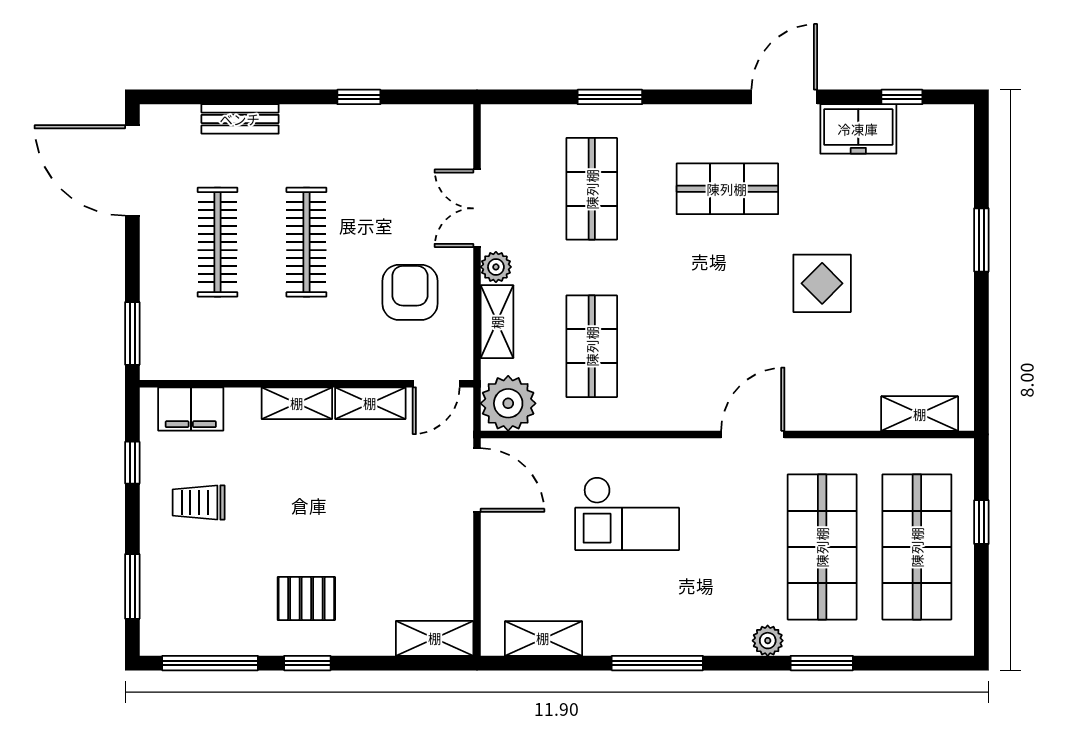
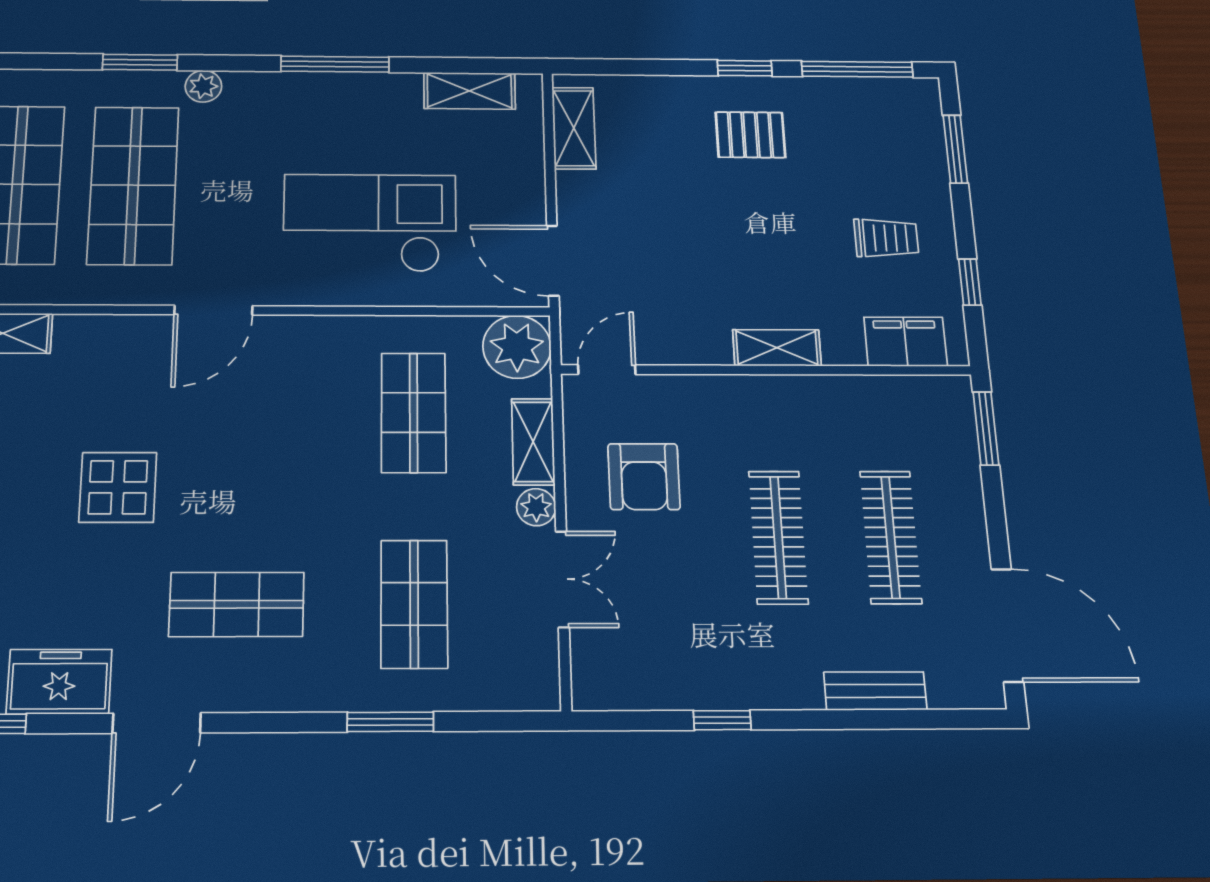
shelving: (370, 403) -> (687, 347), removed
checkout: (627, 514) -> (370, 223), width x1.36, depth x1.21
shelving: (435, 638) -> (574, 128), moved, turned 90

